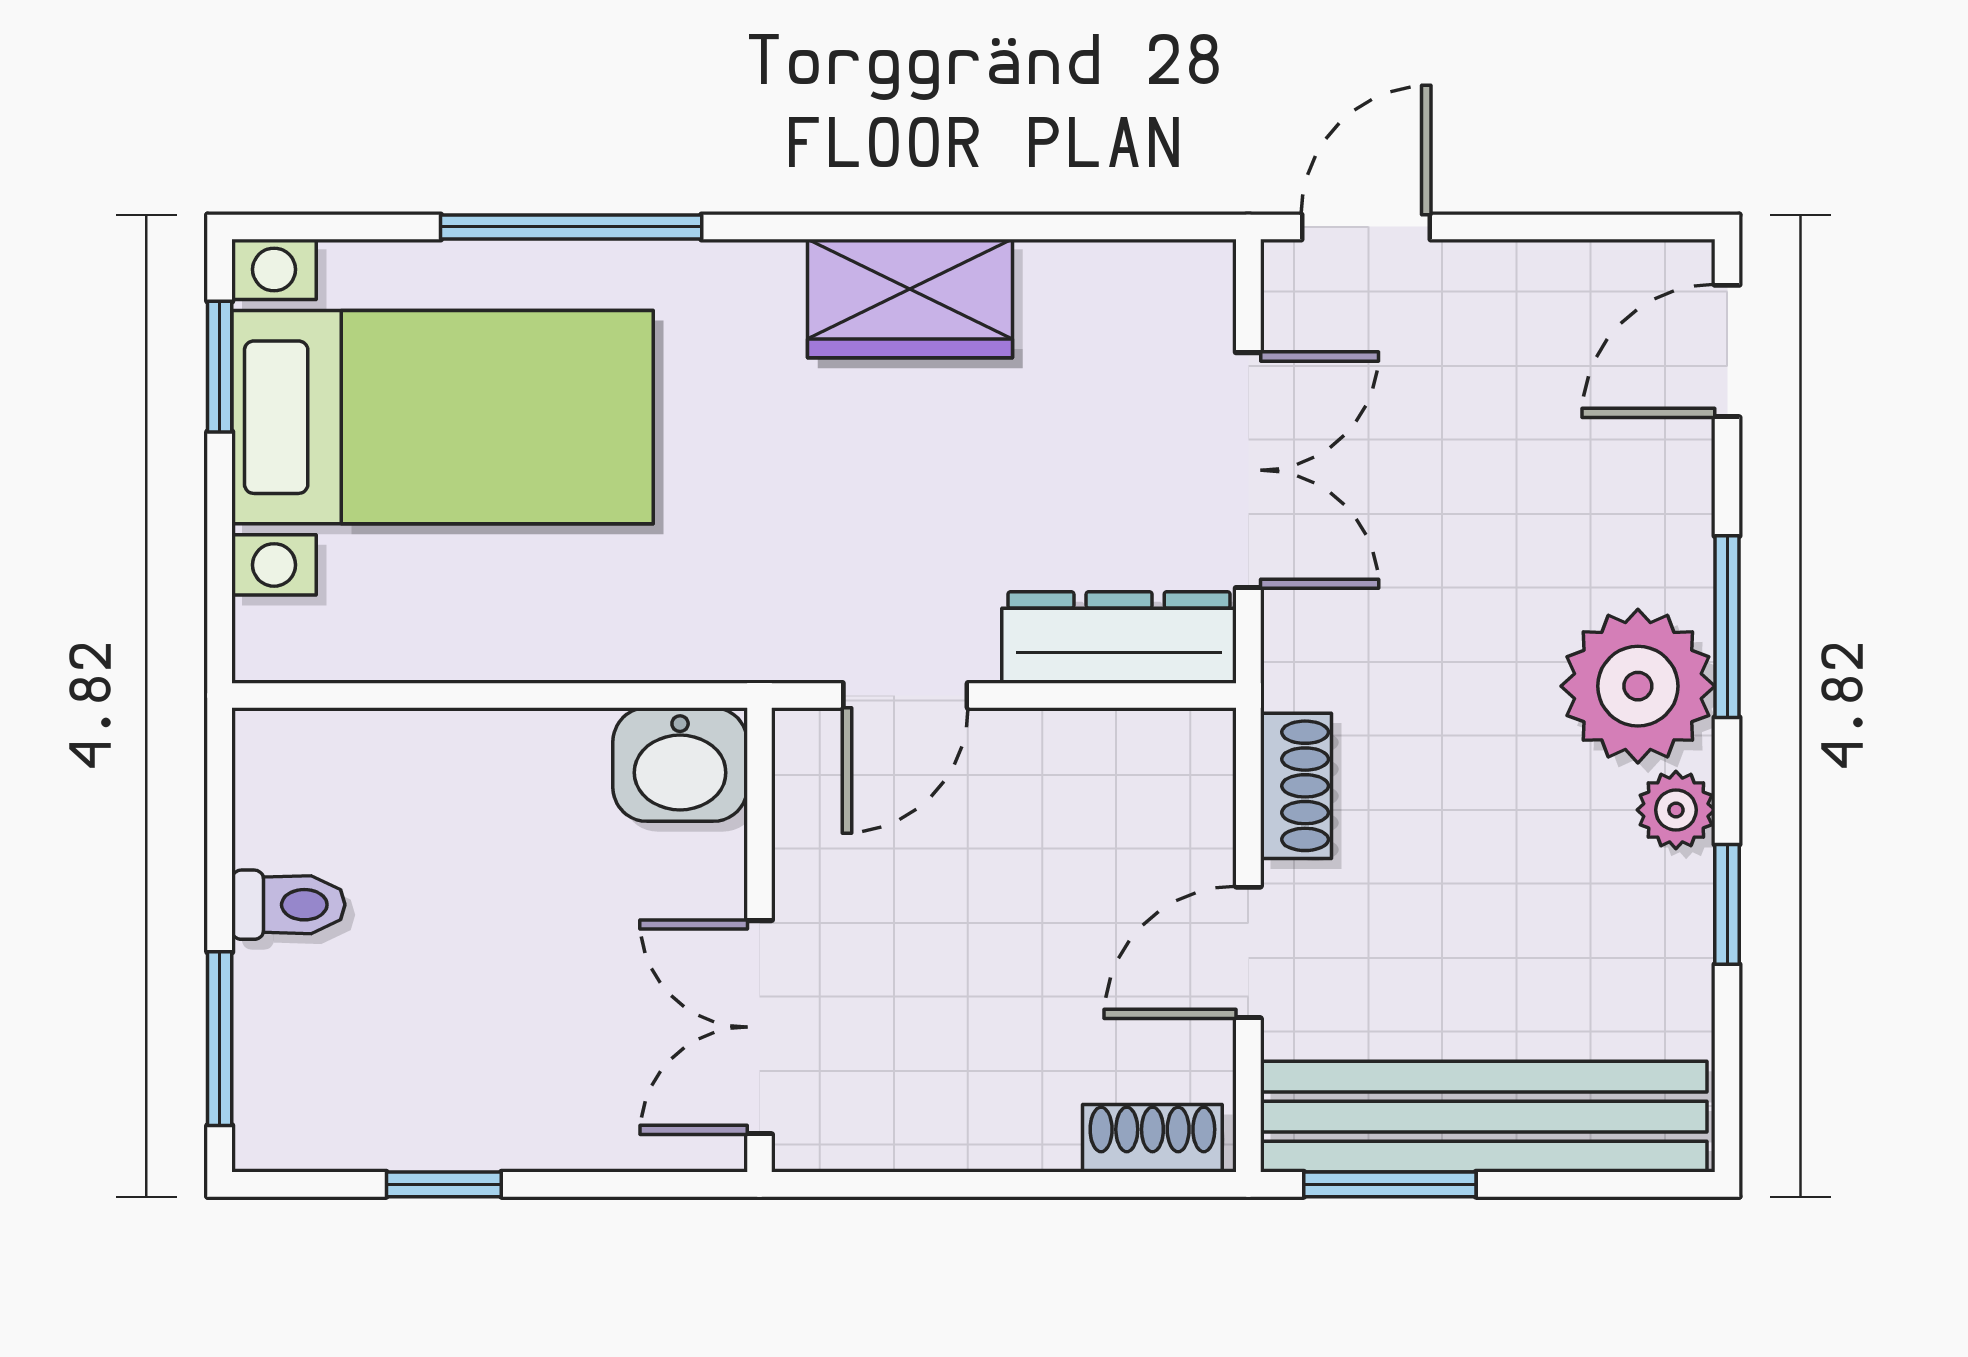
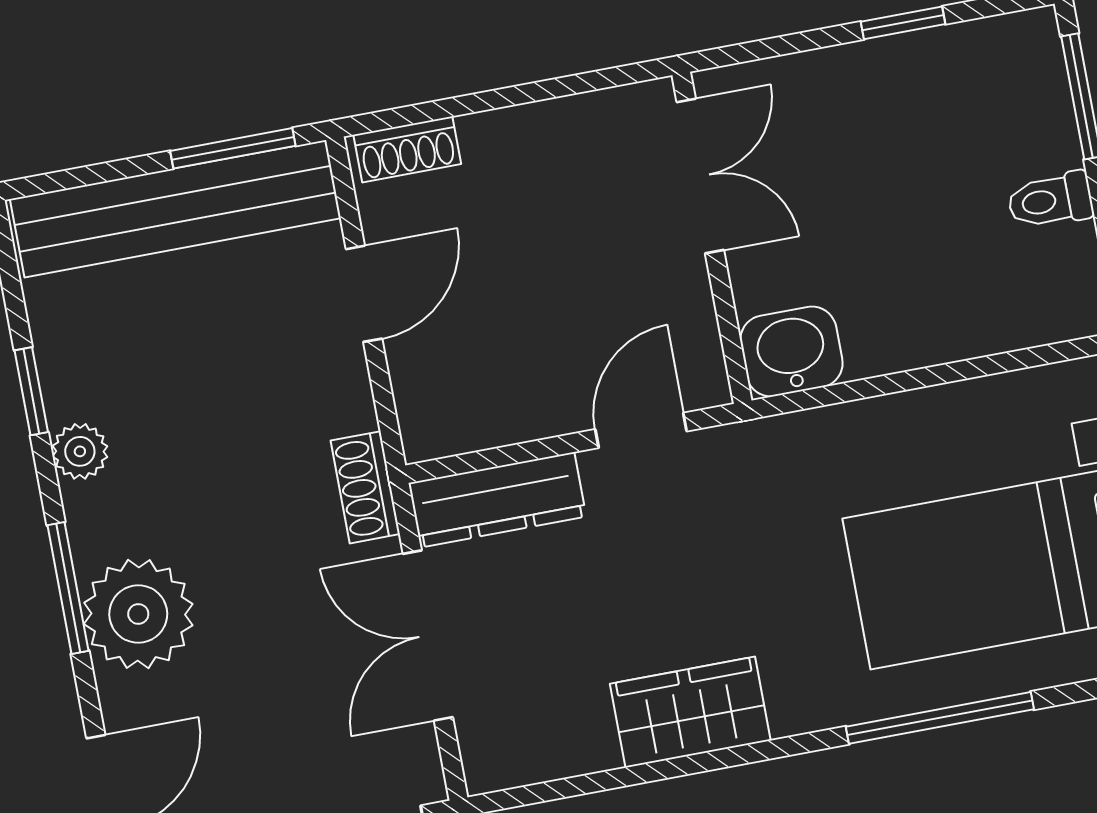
plant: (1638, 686) -> (138, 614), moved
shoe rack: (1296, 786) -> (365, 487), moved

